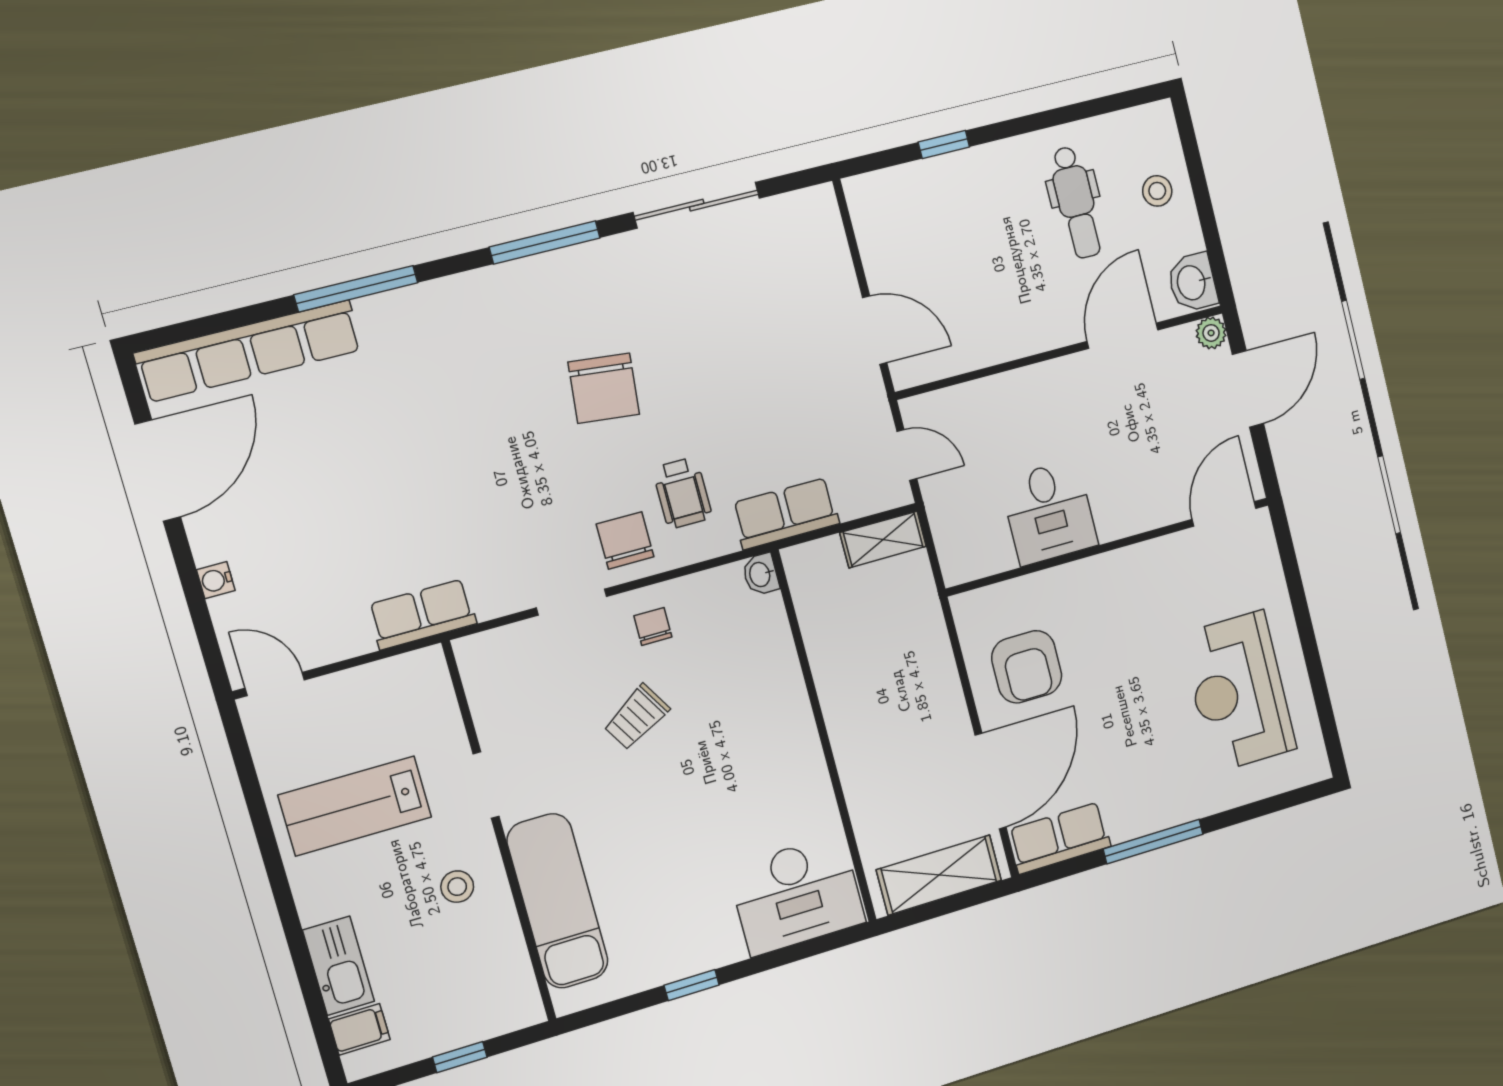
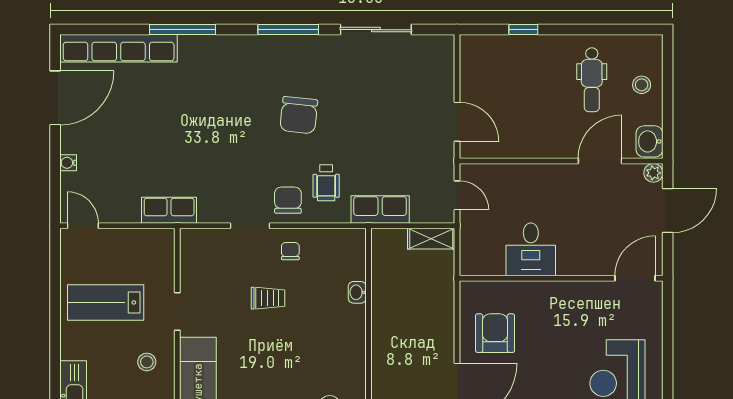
washbasin: (761, 574) -> (357, 292), moved
armchair: (1027, 667) -> (495, 333), turned 180
trolley: (637, 717) -> (268, 298), turned -149

